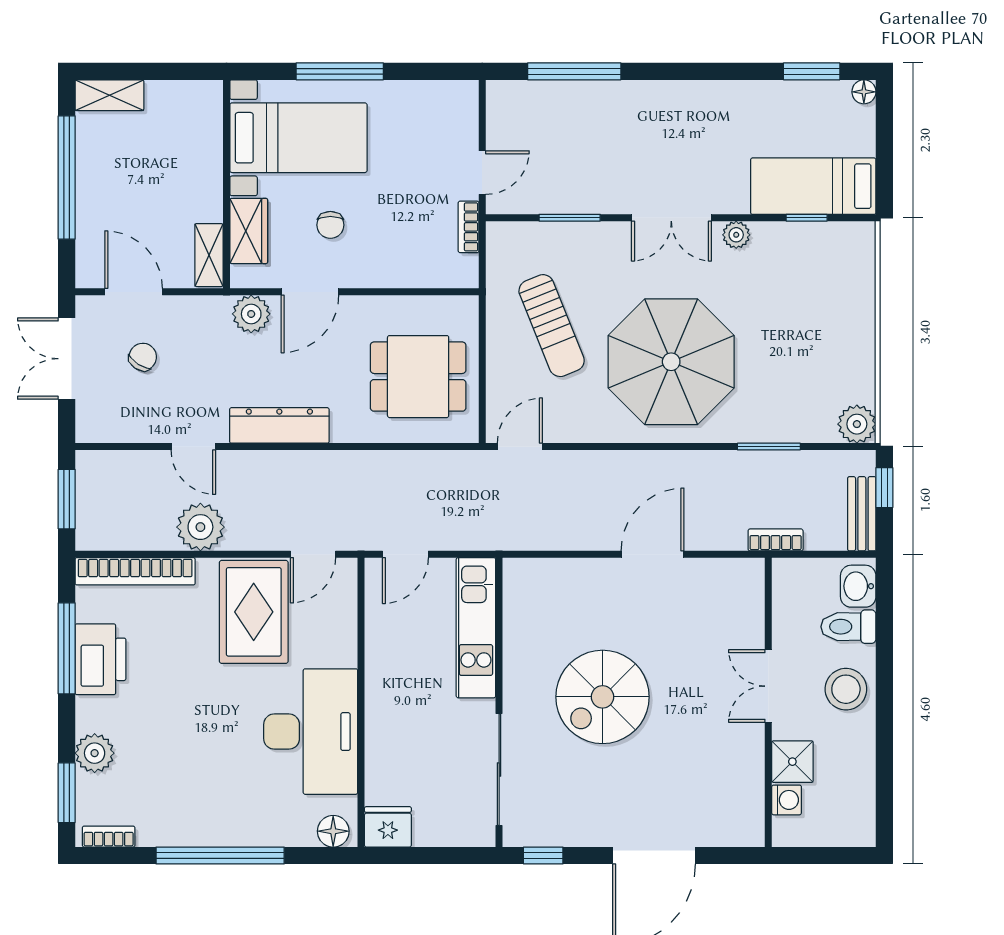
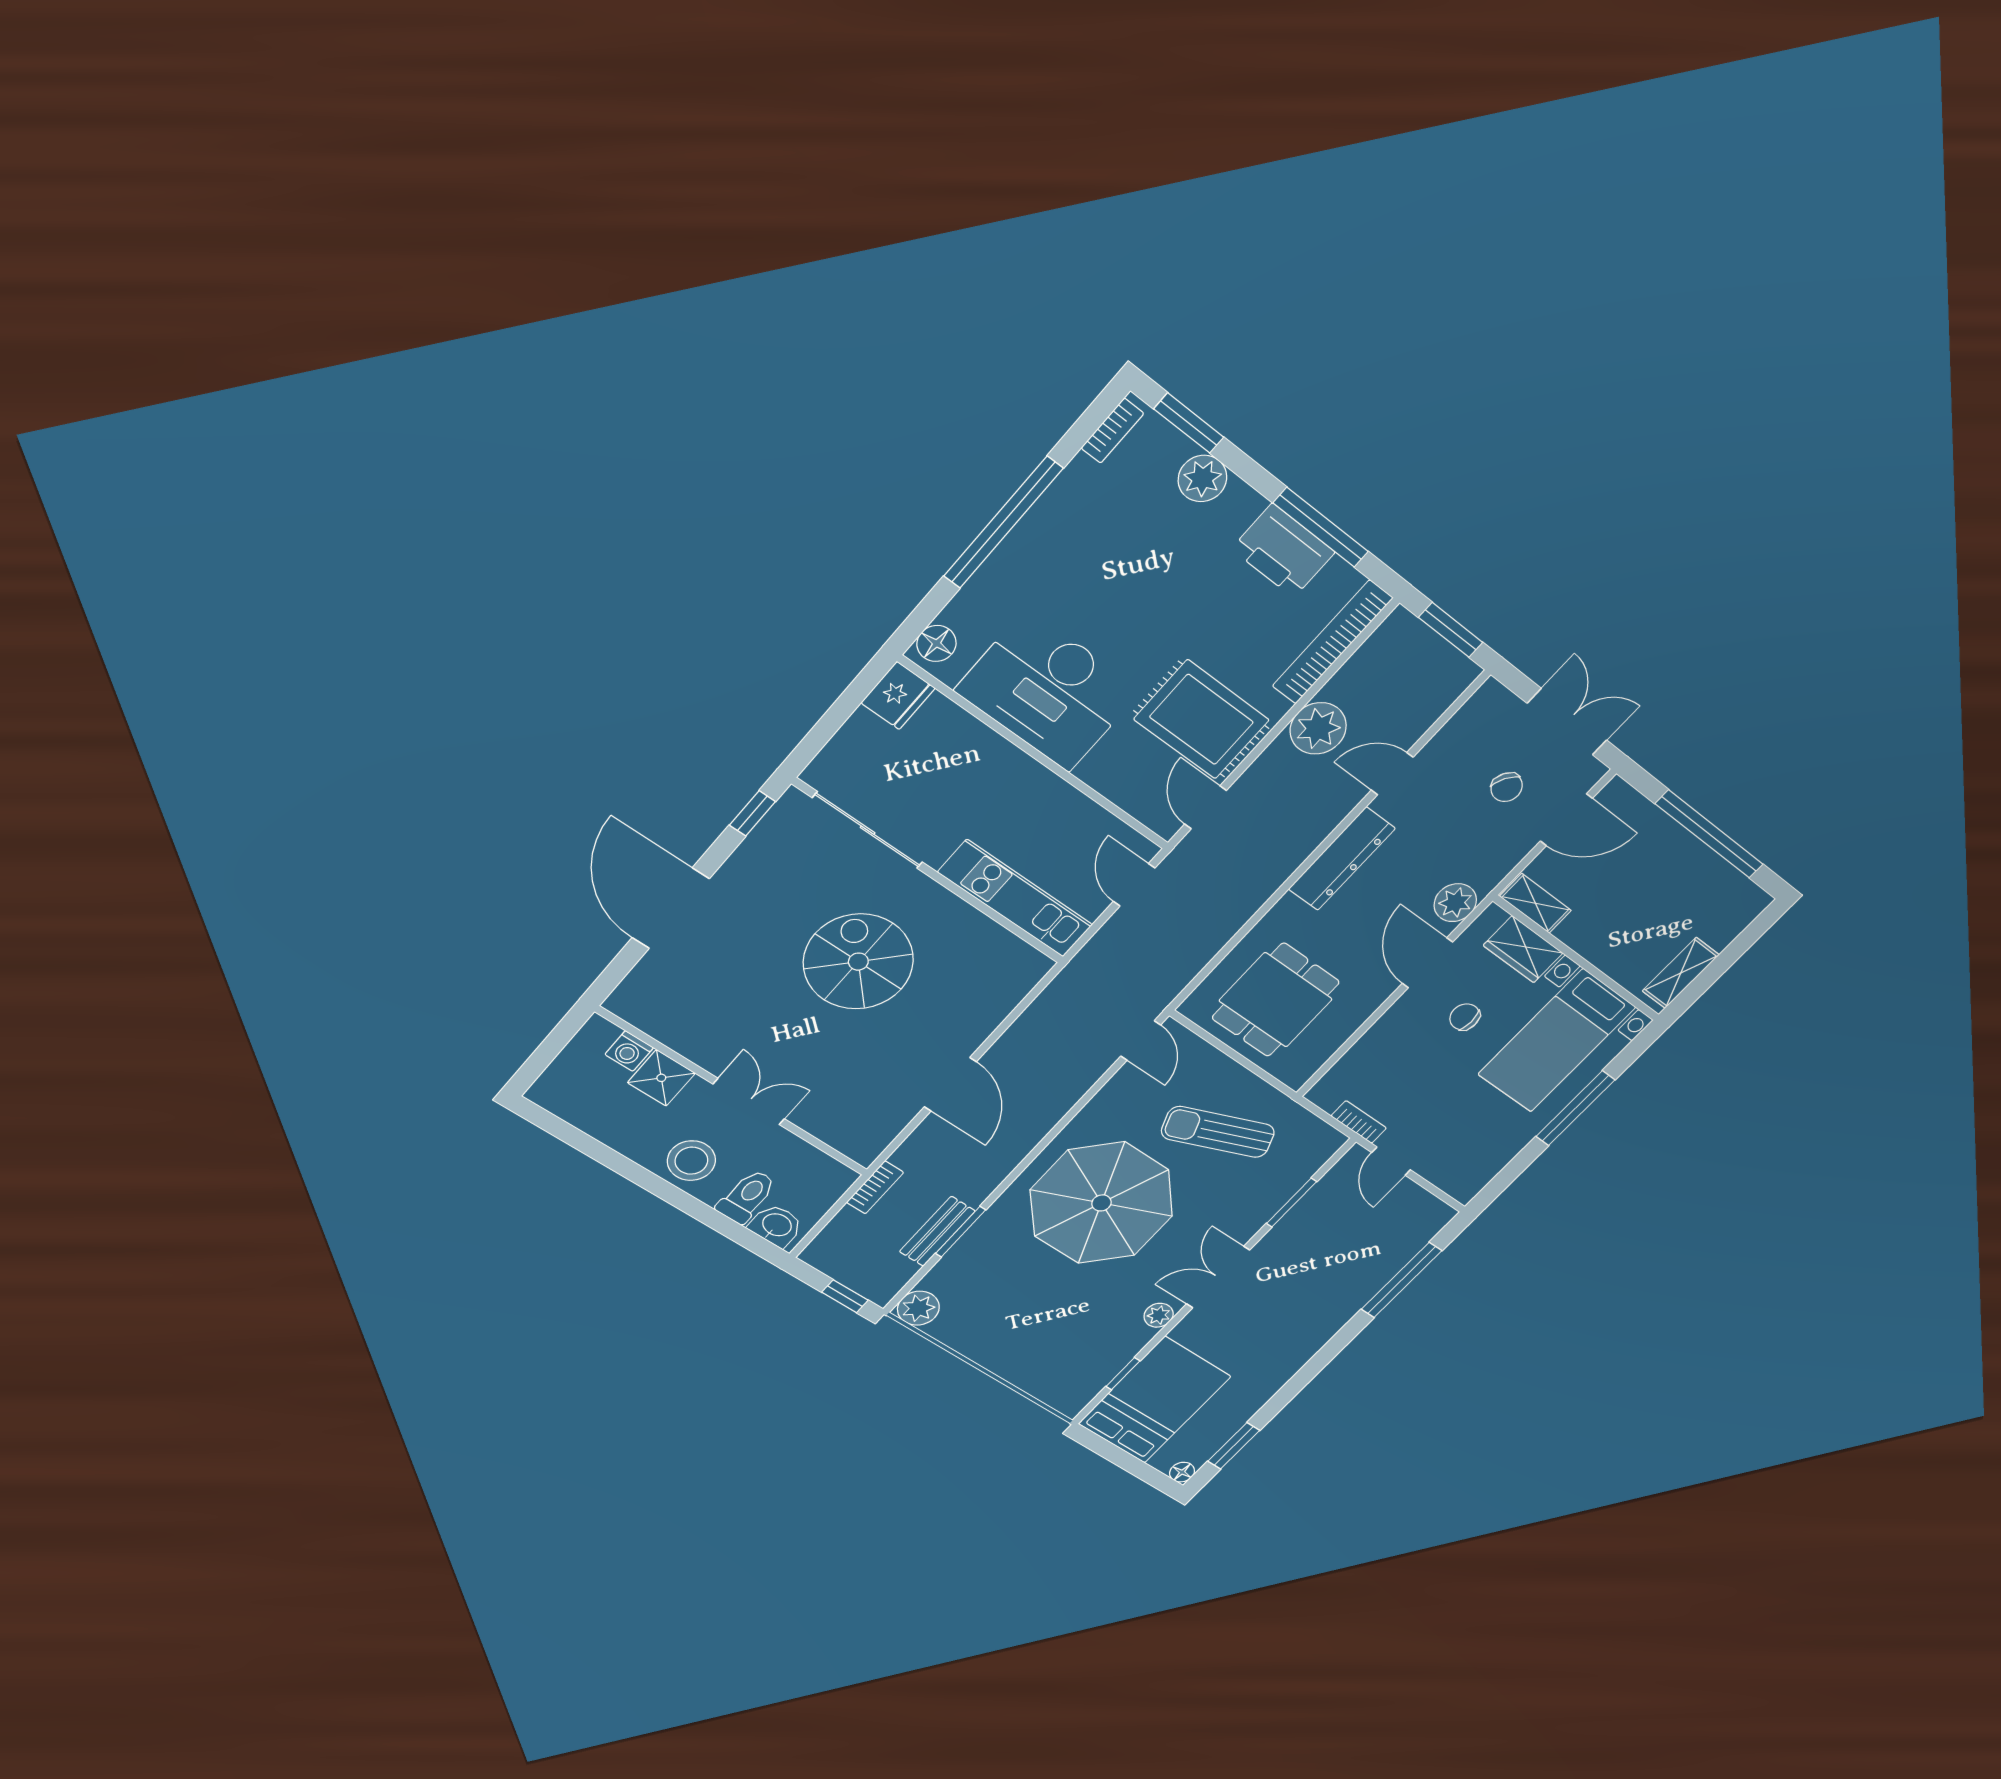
shelving: (109, 95) -> (1681, 973), moved
bed: (813, 186) -> (1154, 1400), width x1.50
bench: (862, 514) -> (937, 1231), moved, turned 90

